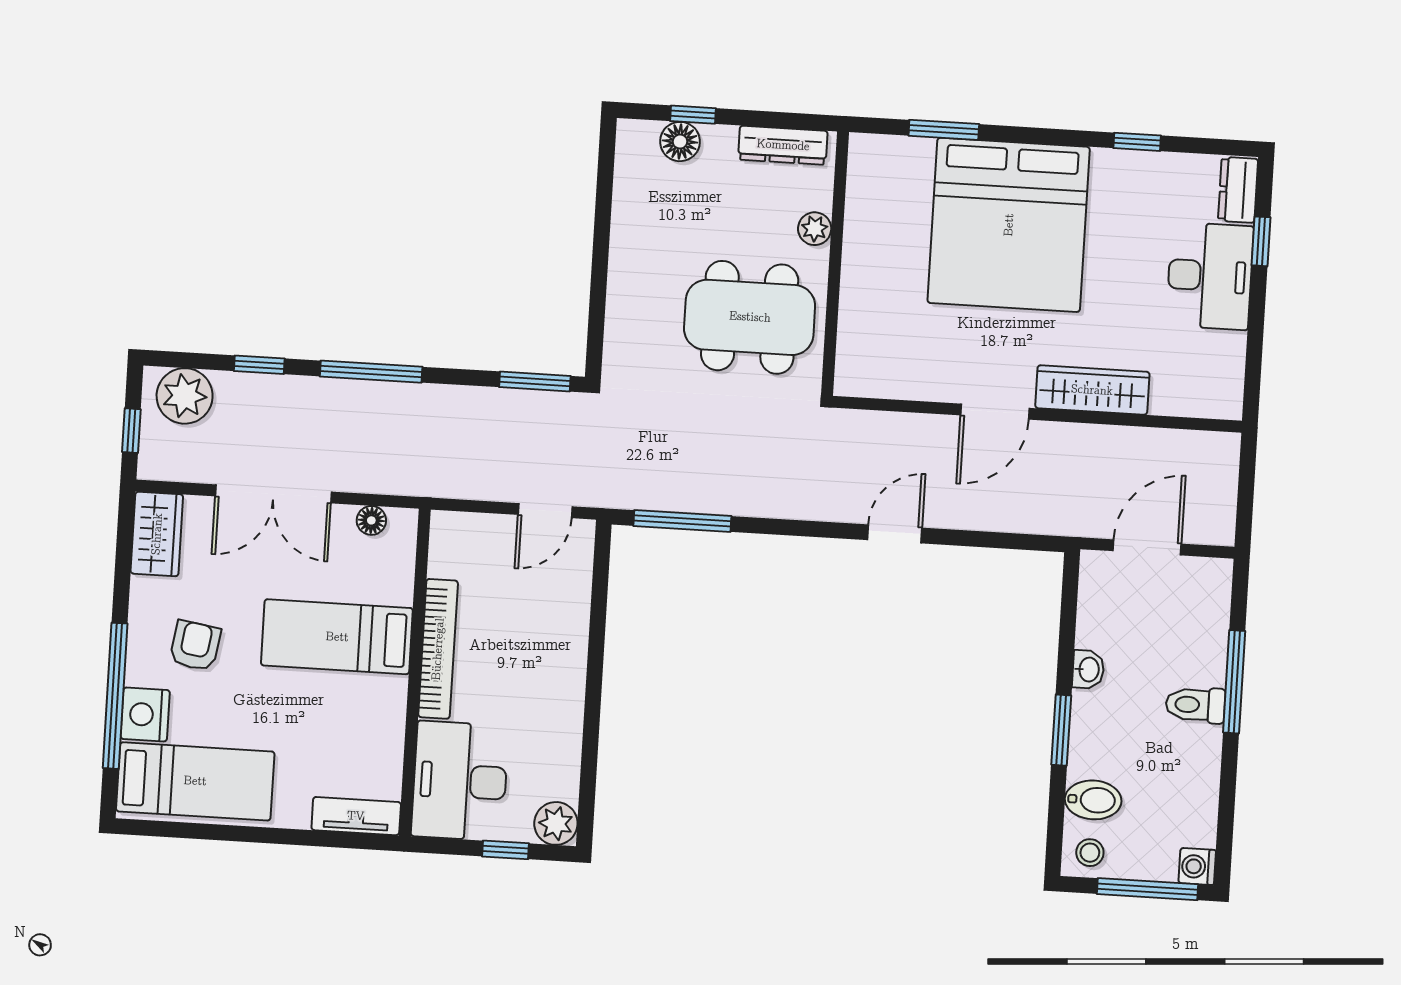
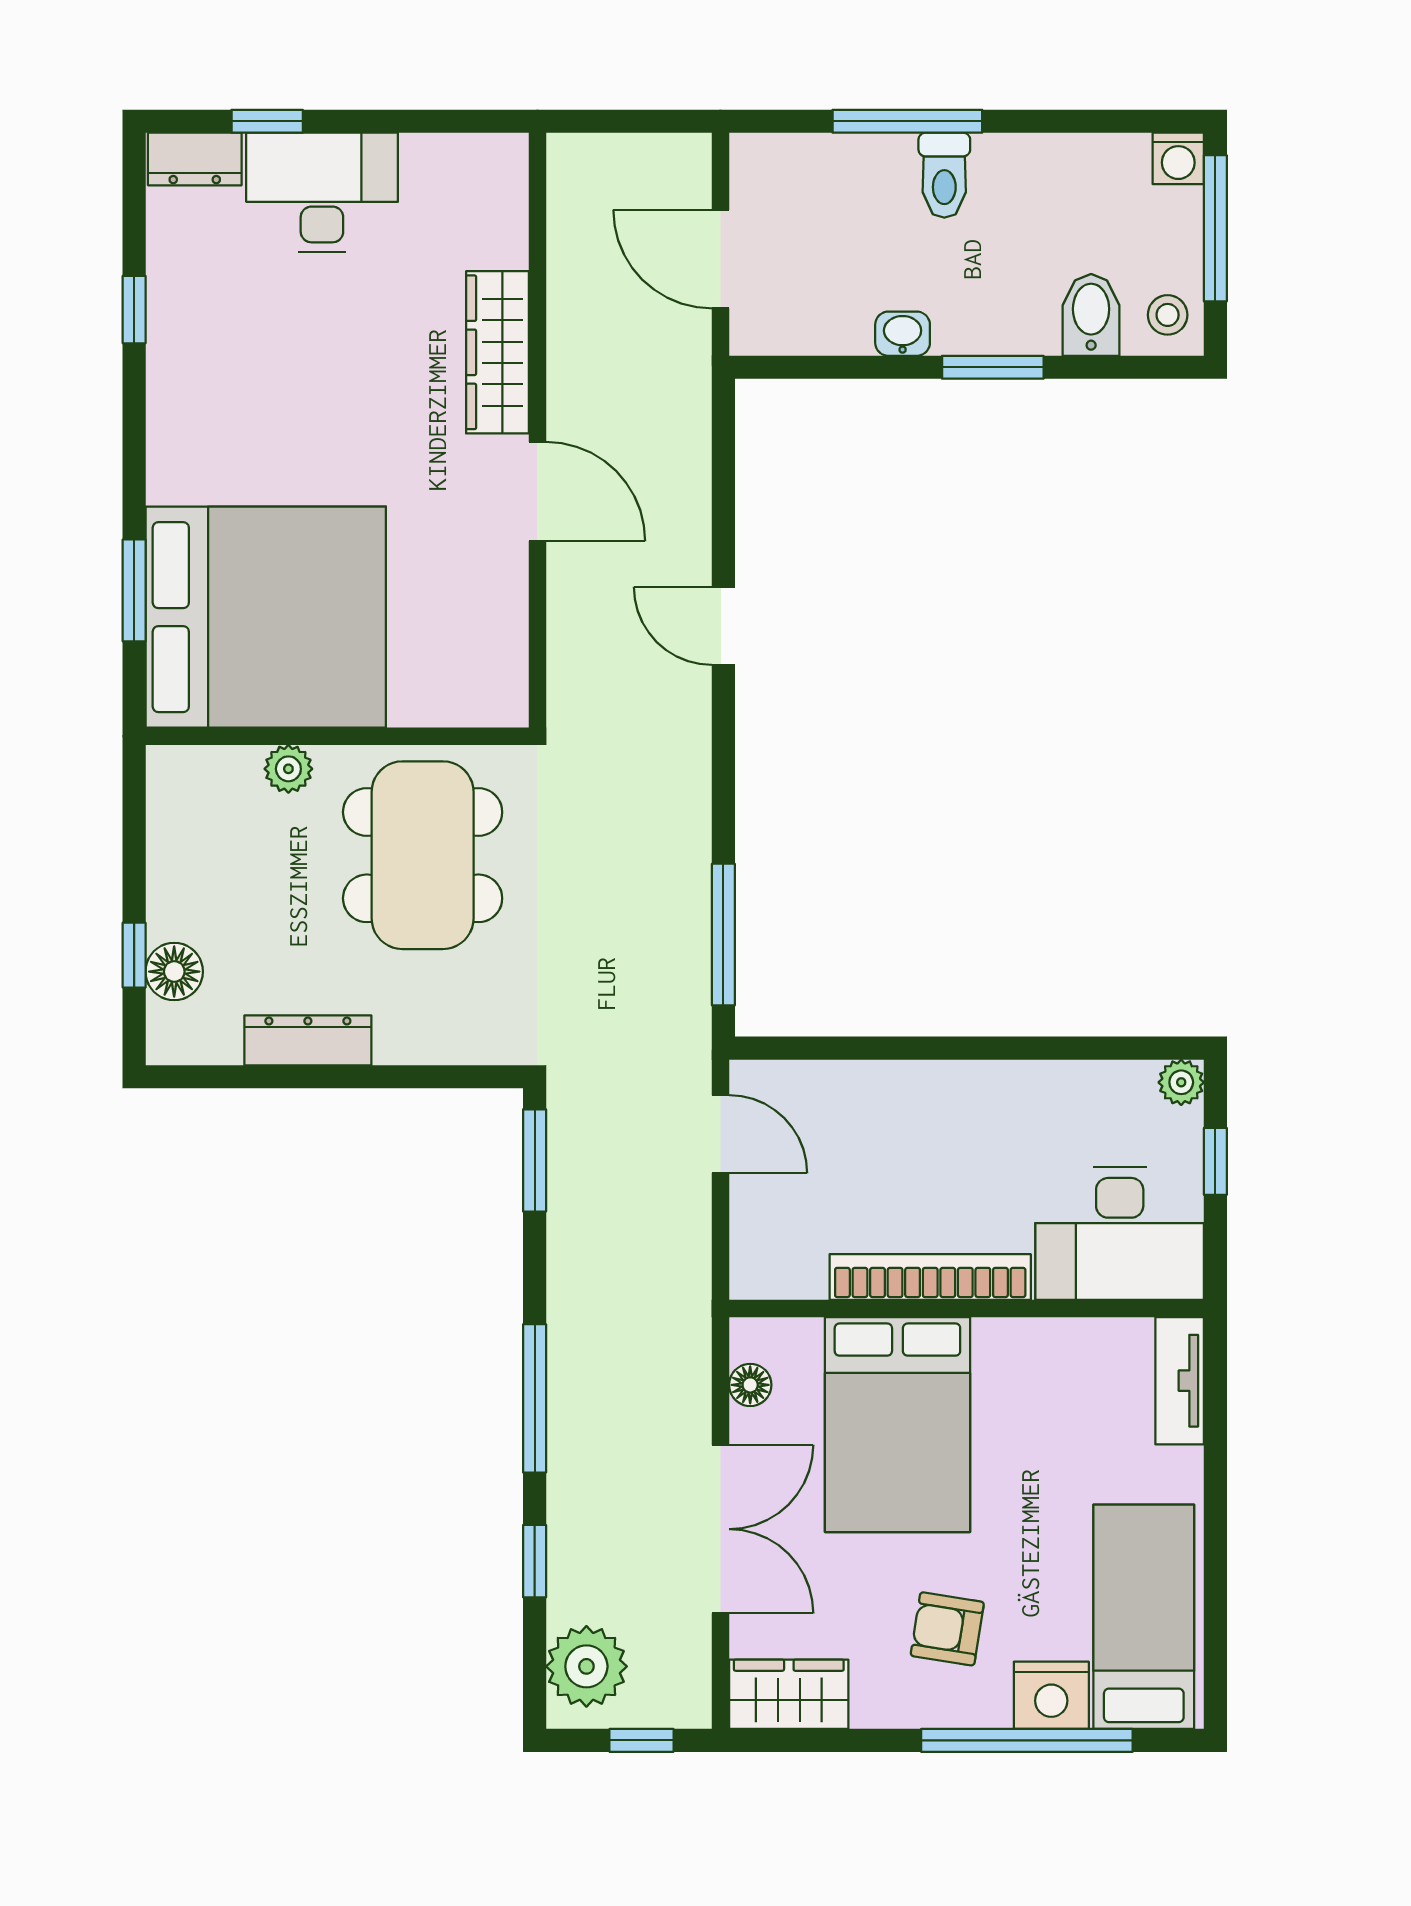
dresser: (783, 145) -> (308, 1040), moved, turned -90
bed: (1009, 225) -> (266, 617), moved
bed: (337, 637) -> (897, 1425), width x1.50
plant: (556, 823) -> (1181, 1082), width x0.73, depth x0.73

